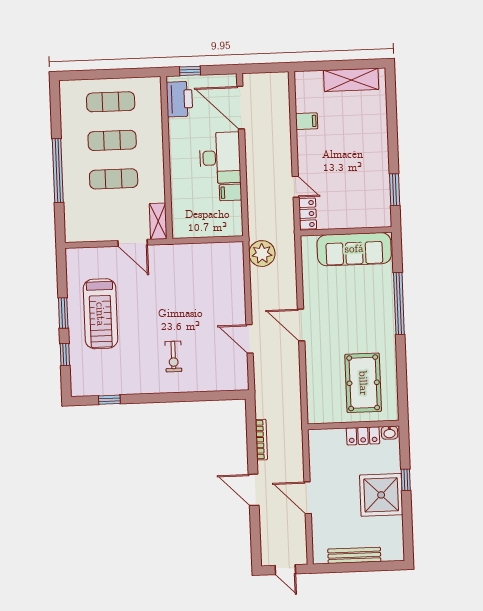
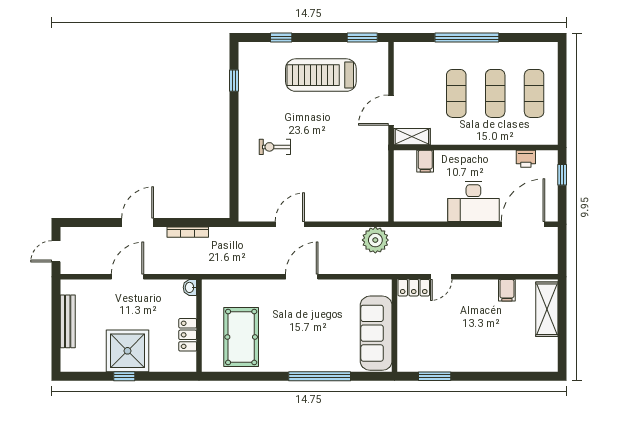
shelving: (351, 80) -> (547, 309), moved
printer: (179, 99) -> (526, 159), width x0.53, depth x0.68
filing cabinet: (230, 192) -> (425, 161), moved, turned 180
window: (63, 313) -> (362, 38), moved
pool table: (363, 383) -> (241, 337), turned 90
washbasin: (390, 433) -> (190, 287), moved
window: (406, 480) -> (124, 376), moved

